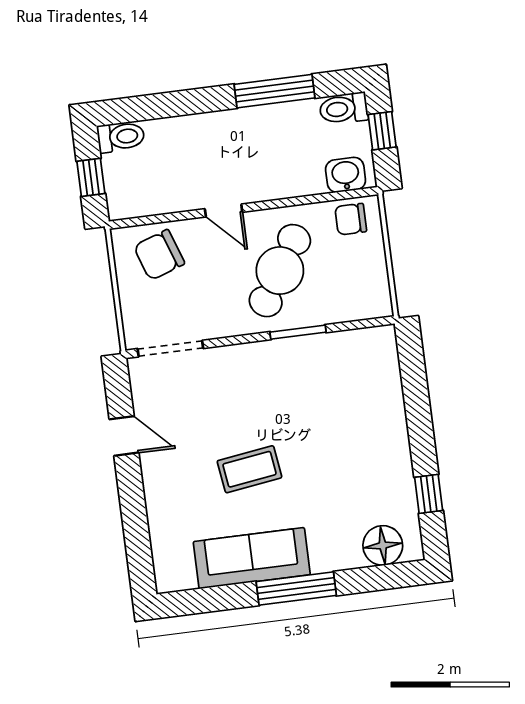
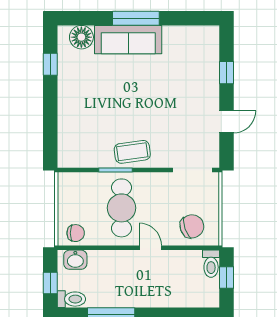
toilet: (121, 137) -> (211, 264), moved, turned -90
cafe table: (280, 271) -> (122, 208), turned -32
door: (124, 436) -> (226, 122), swing flipped
coffee table: (250, 469) -> (132, 152), moved
window: (134, 517) -> (226, 73), added
sofa: (252, 558) -> (128, 40), moved

